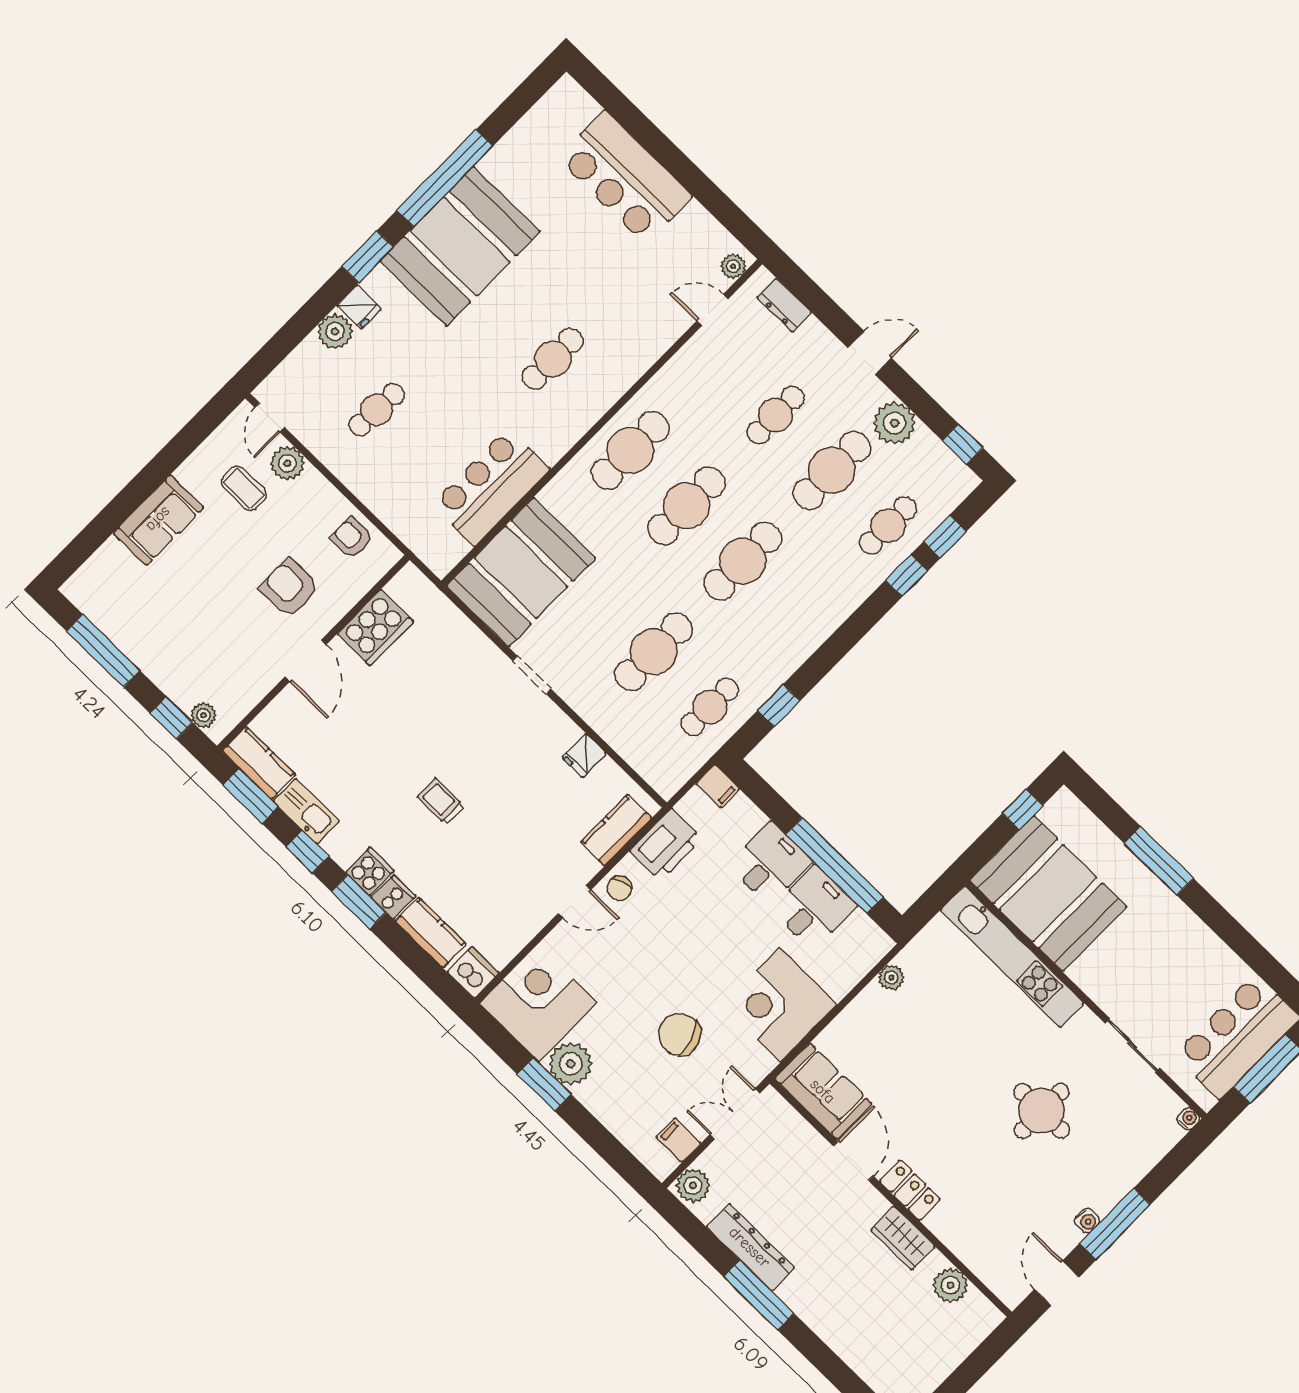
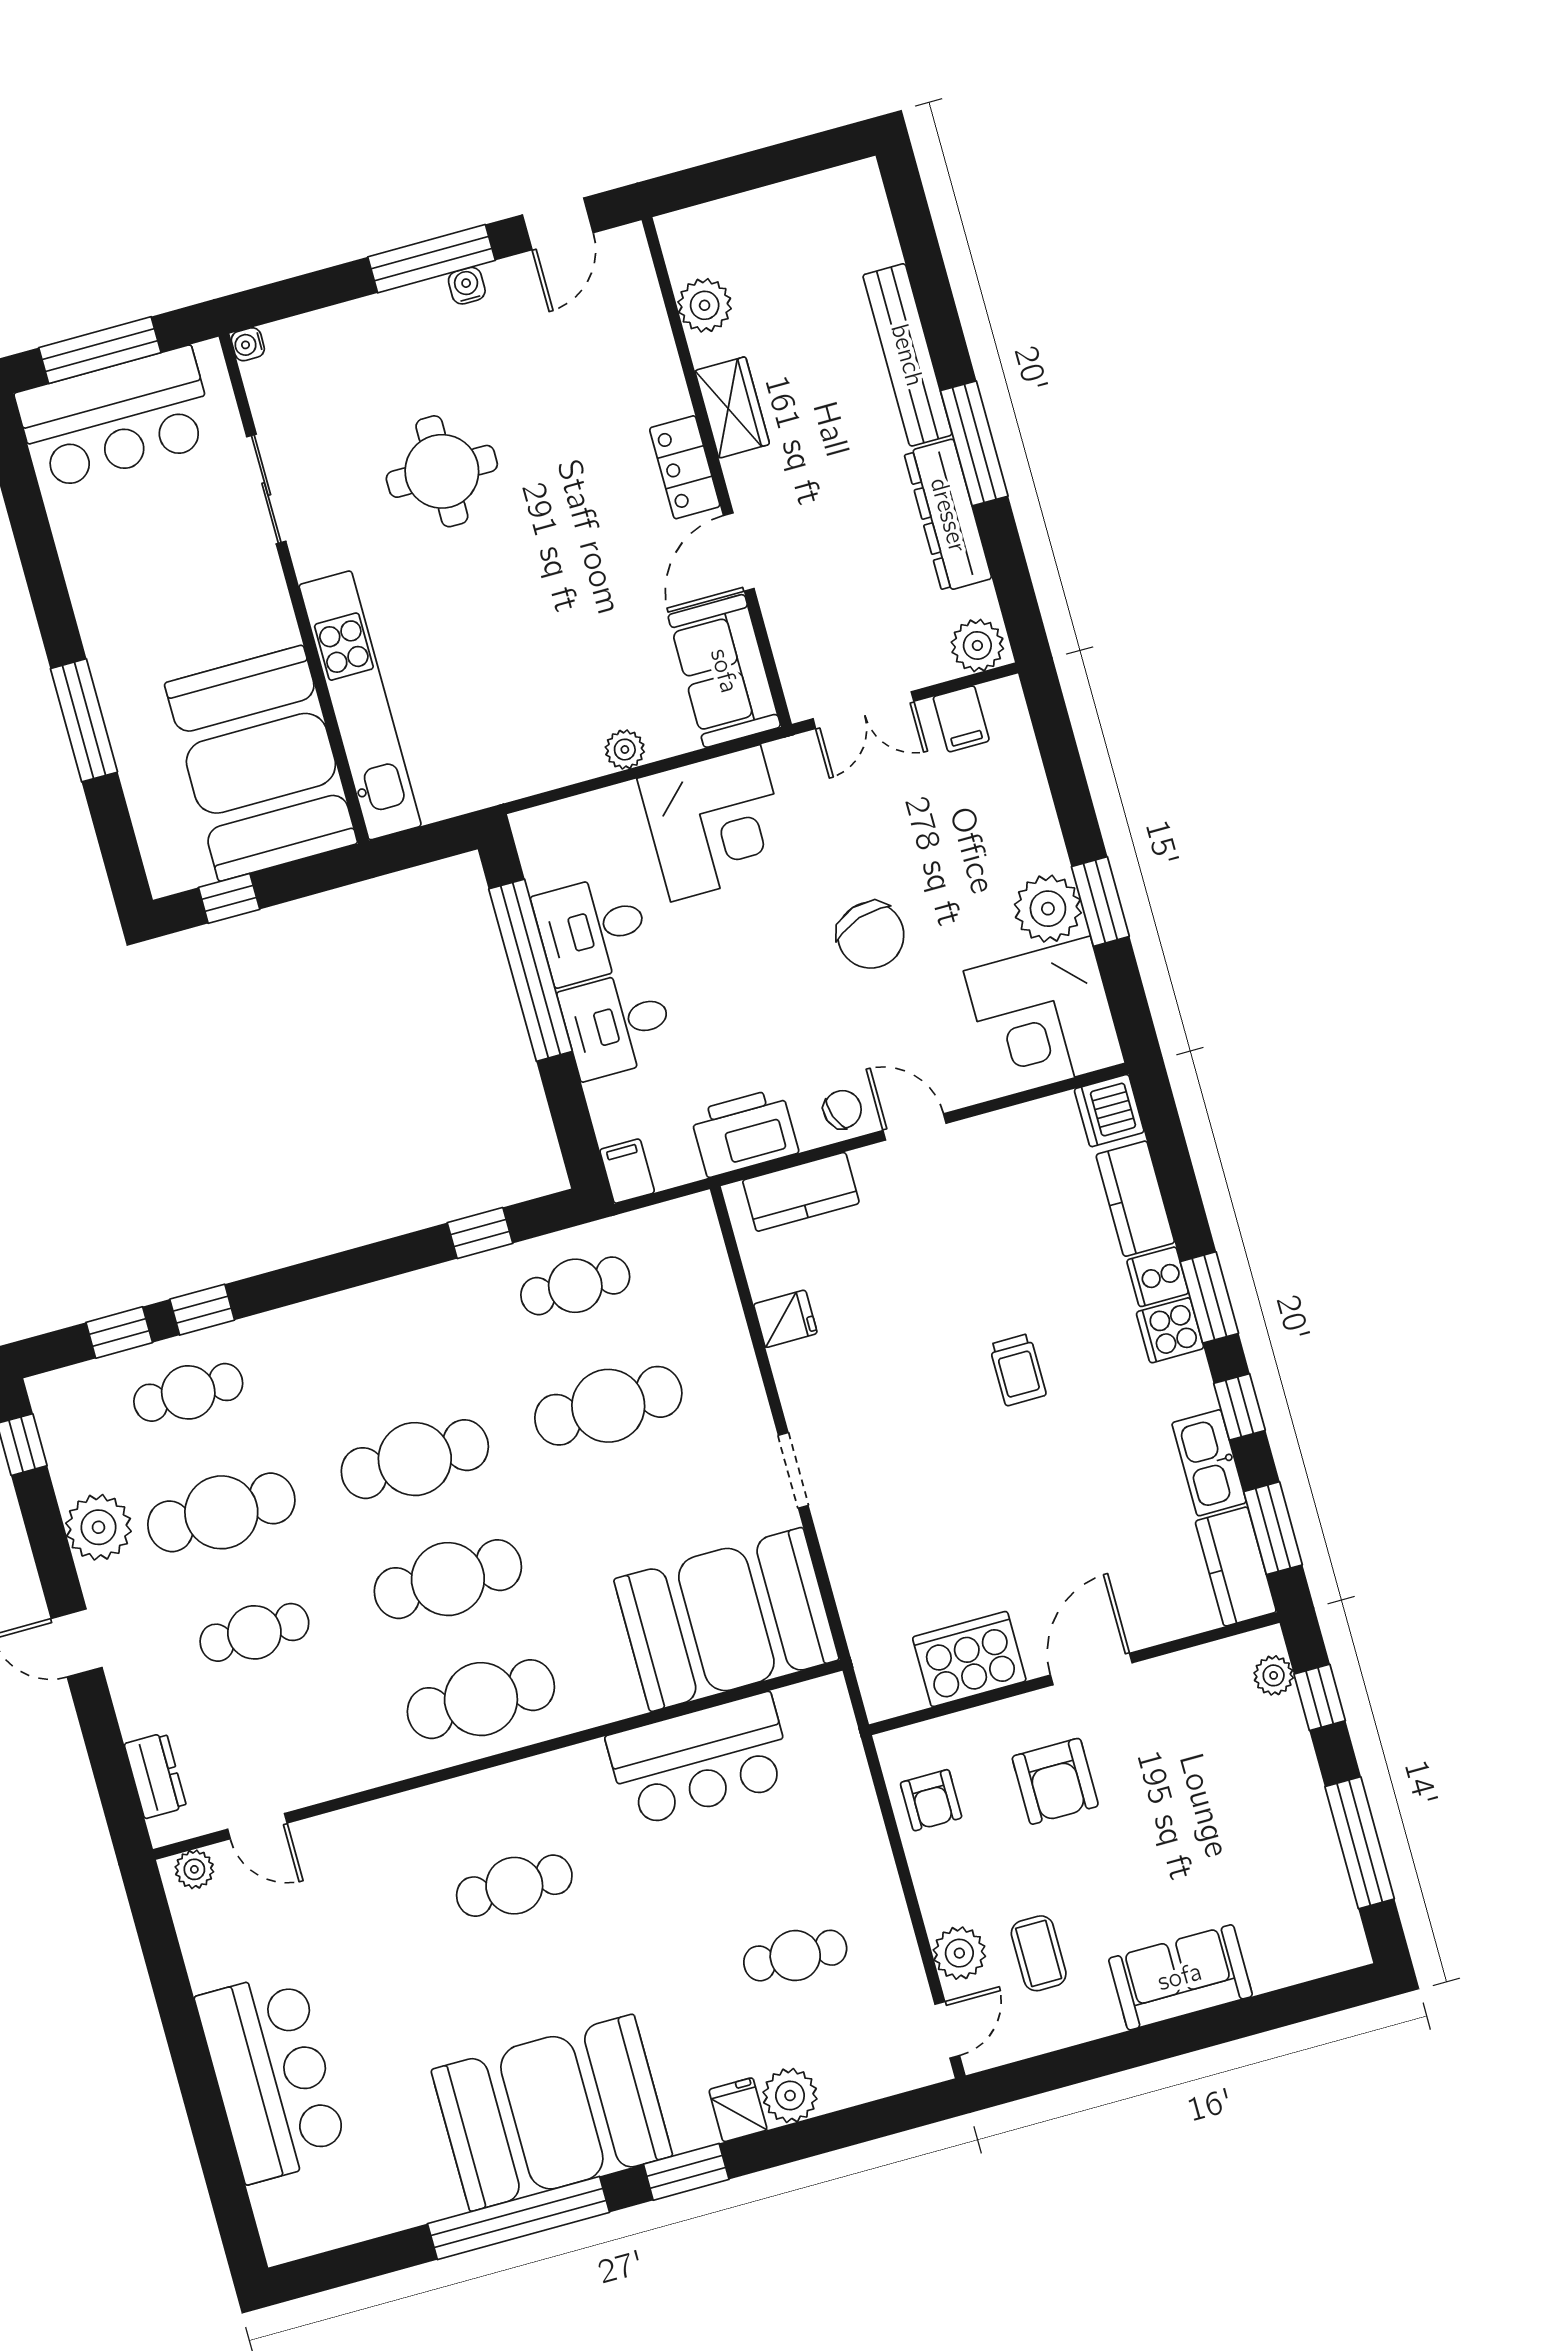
plant: (891, 978) -> (625, 750), moved
chair: (680, 1034) -> (871, 935), moved
bench: (824, 1322) -> (907, 355), added

